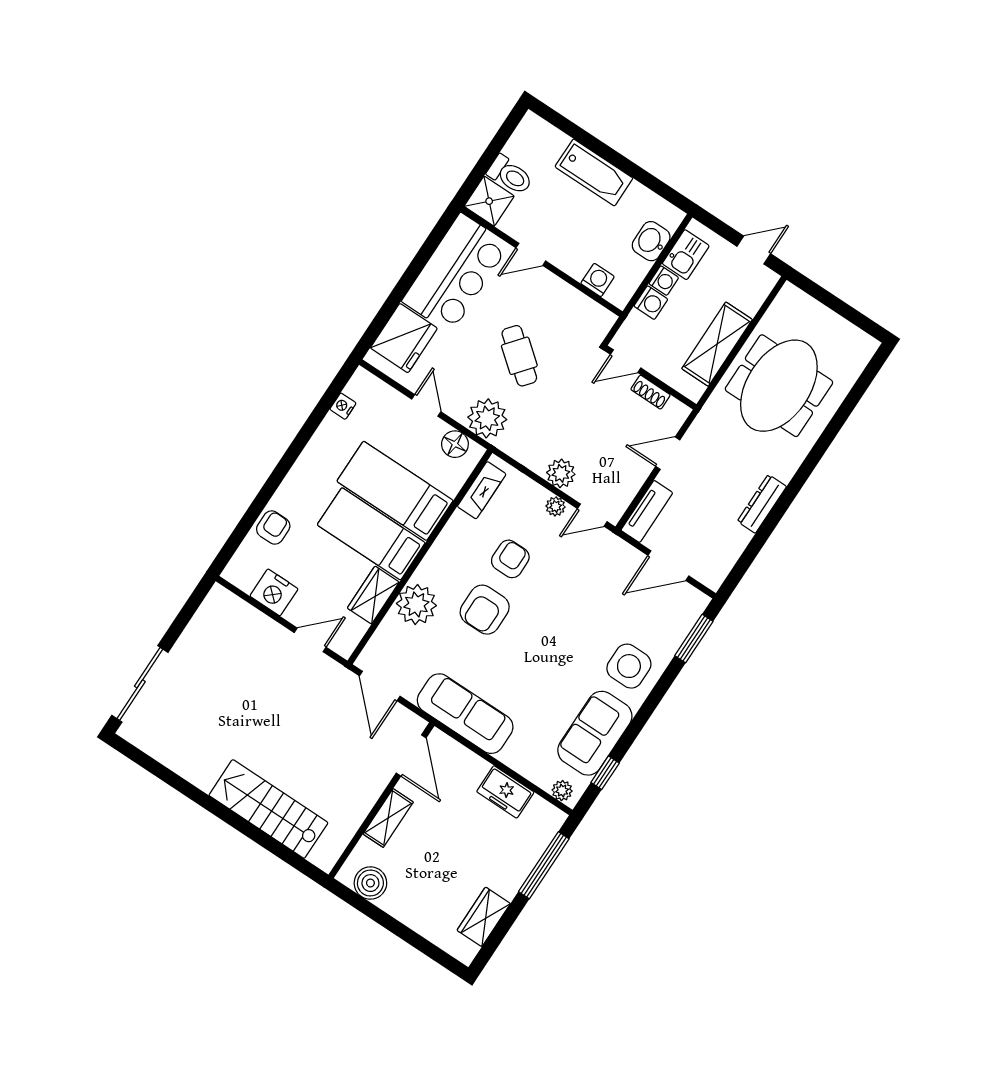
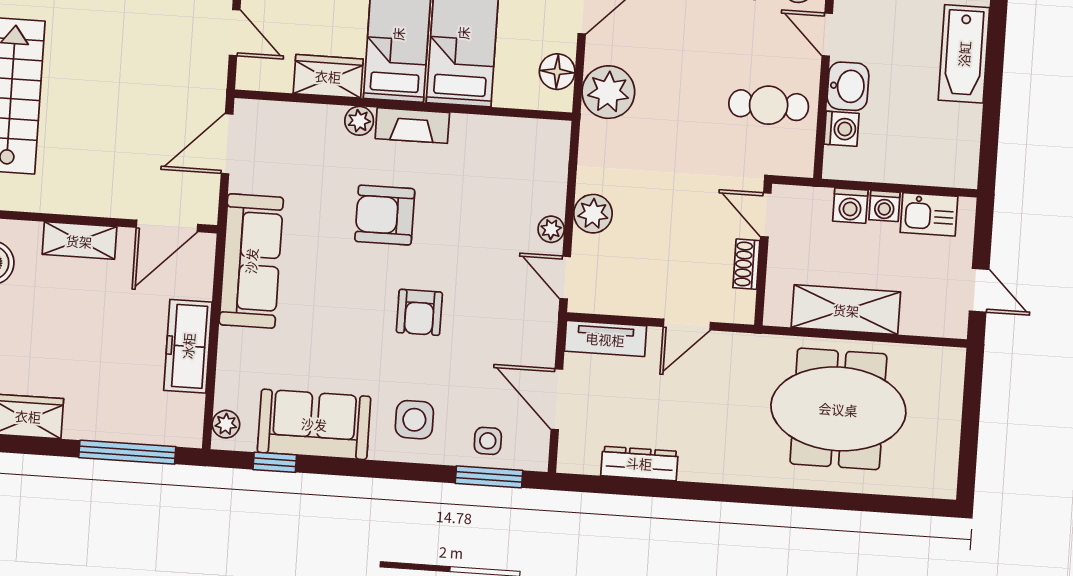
washbasin: (651, 241) -> (848, 86), moved, turned 90
cafe table: (519, 356) -> (769, 105), moved, turned 51
door: (668, 453) -> (687, 324), swing flipped
fireplace: (482, 490) -> (412, 126), moved
dresser: (762, 504) -> (639, 463), moved
armchair: (510, 559) -> (419, 312), moved, turned 90
plant: (416, 604) -> (359, 121), width x0.53, depth x0.53
side table: (670, 626) -> (488, 441), added
side table: (629, 666) -> (414, 420), width x0.73, depth x0.73
freezer: (505, 792) -> (188, 346), width x1.40

